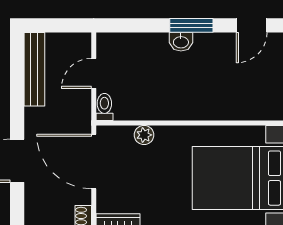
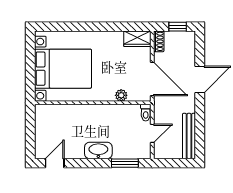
window: (191, 25) -> (125, 163), moved
washbasin: (181, 42) -> (98, 150), width x1.91, depth x1.45

